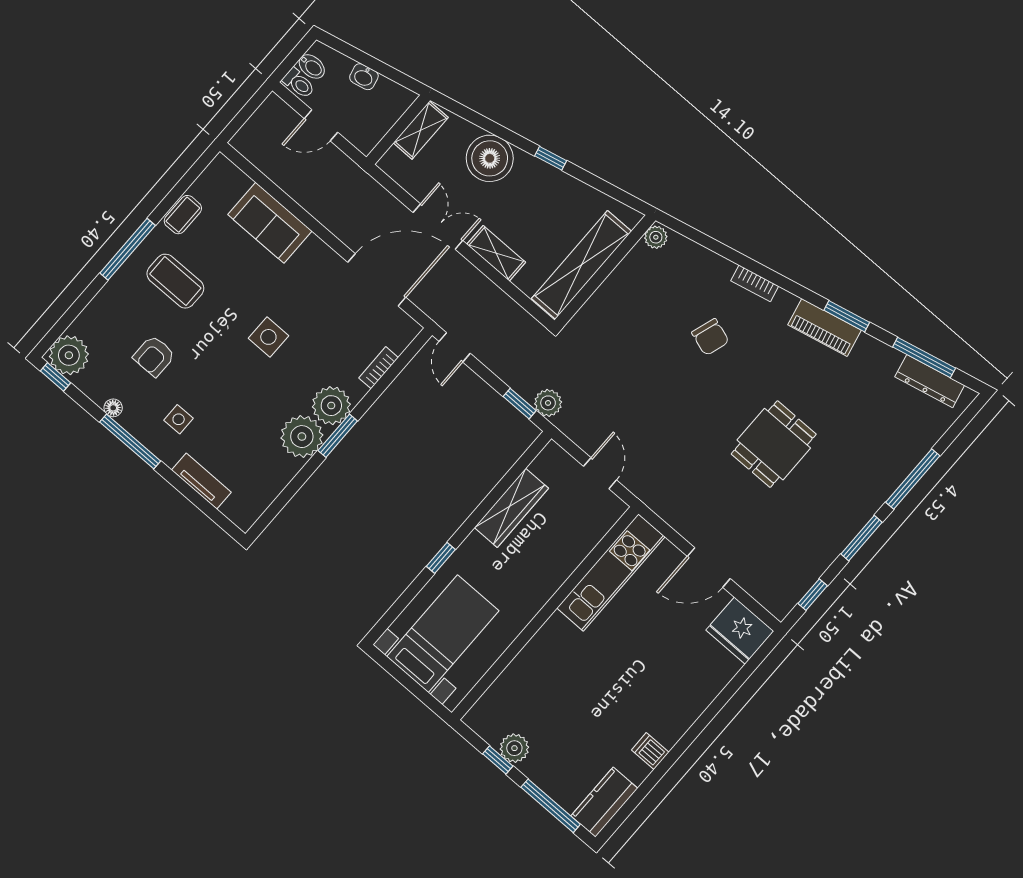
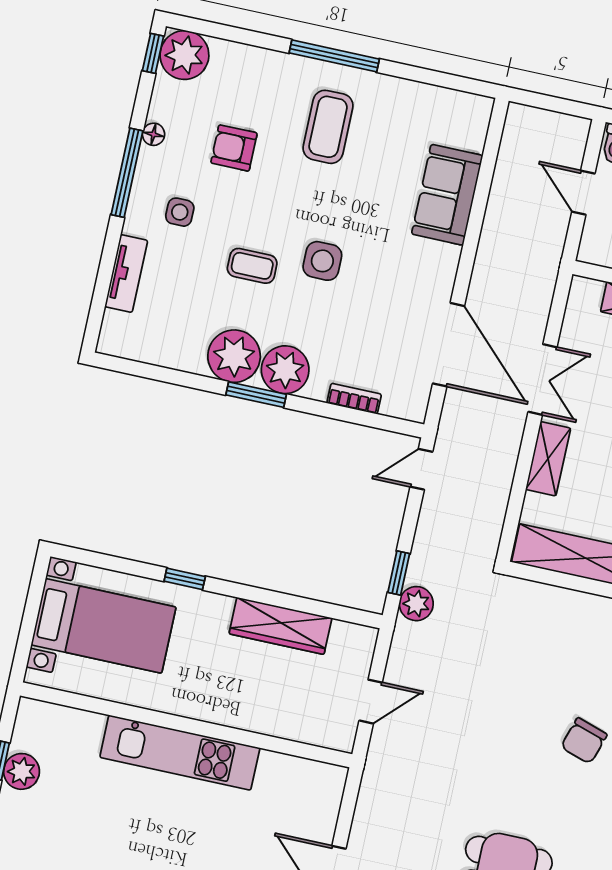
coffee table: (183, 215) -> (252, 266), moved
kitchen unit: (611, 572) -> (180, 753), moved

